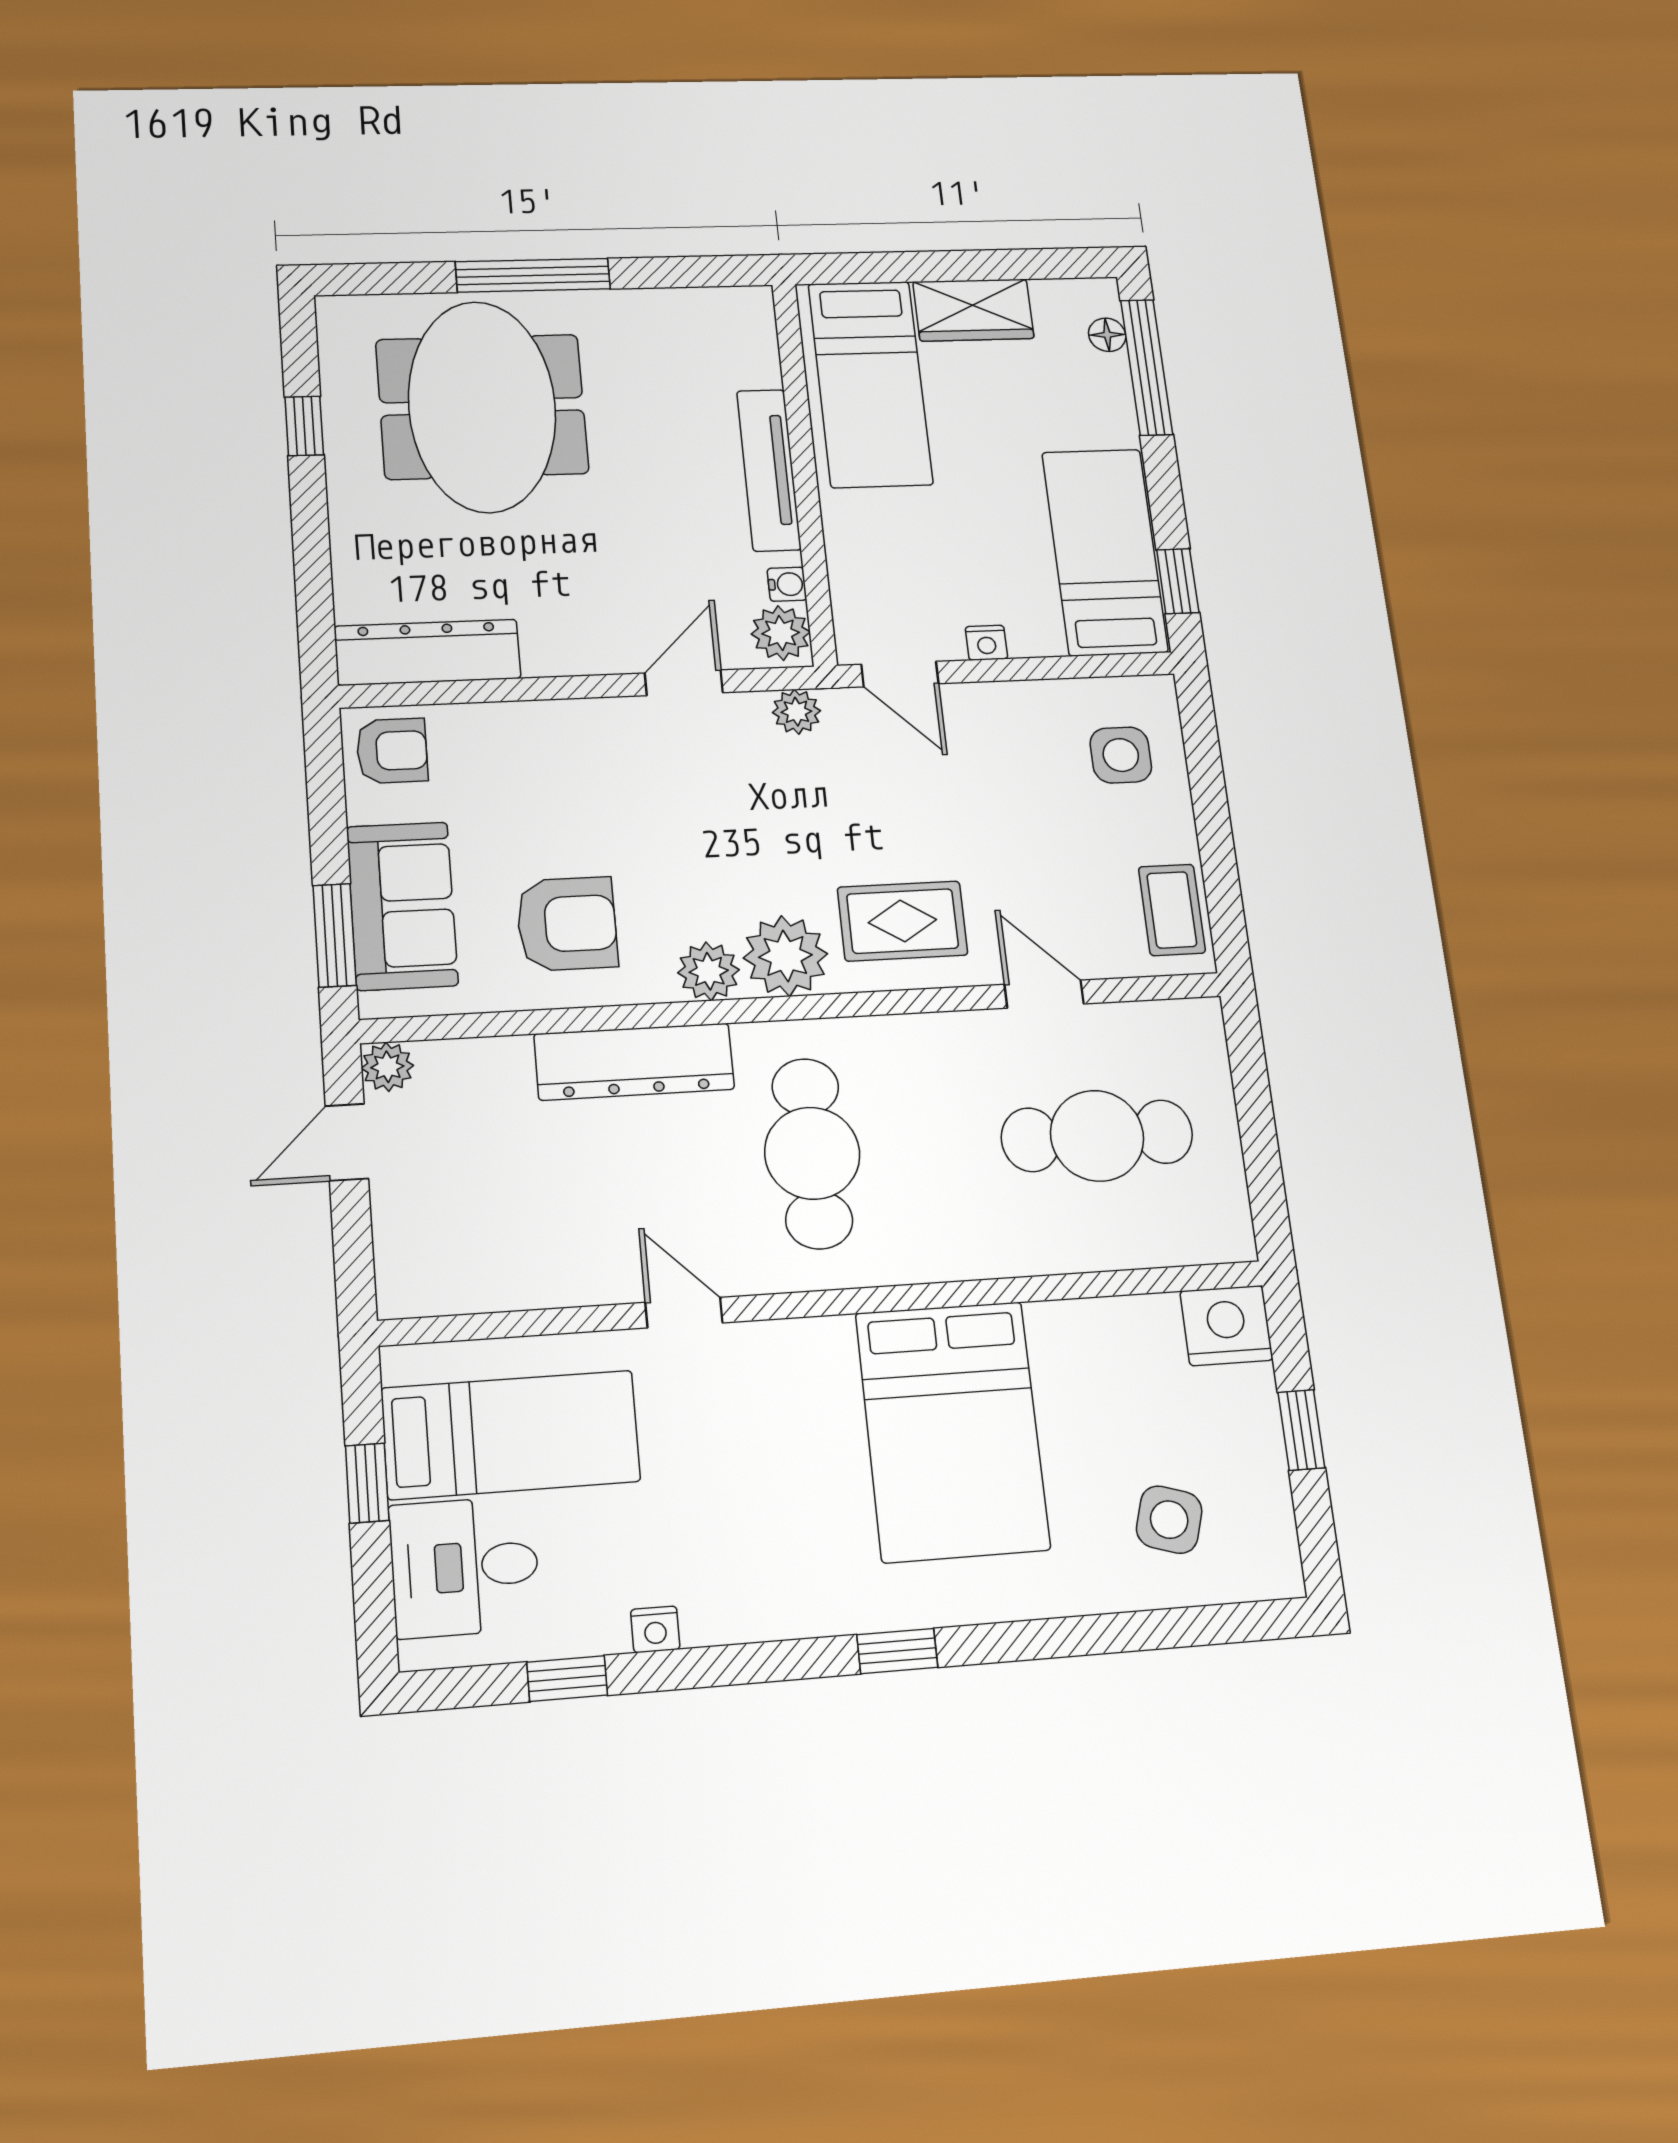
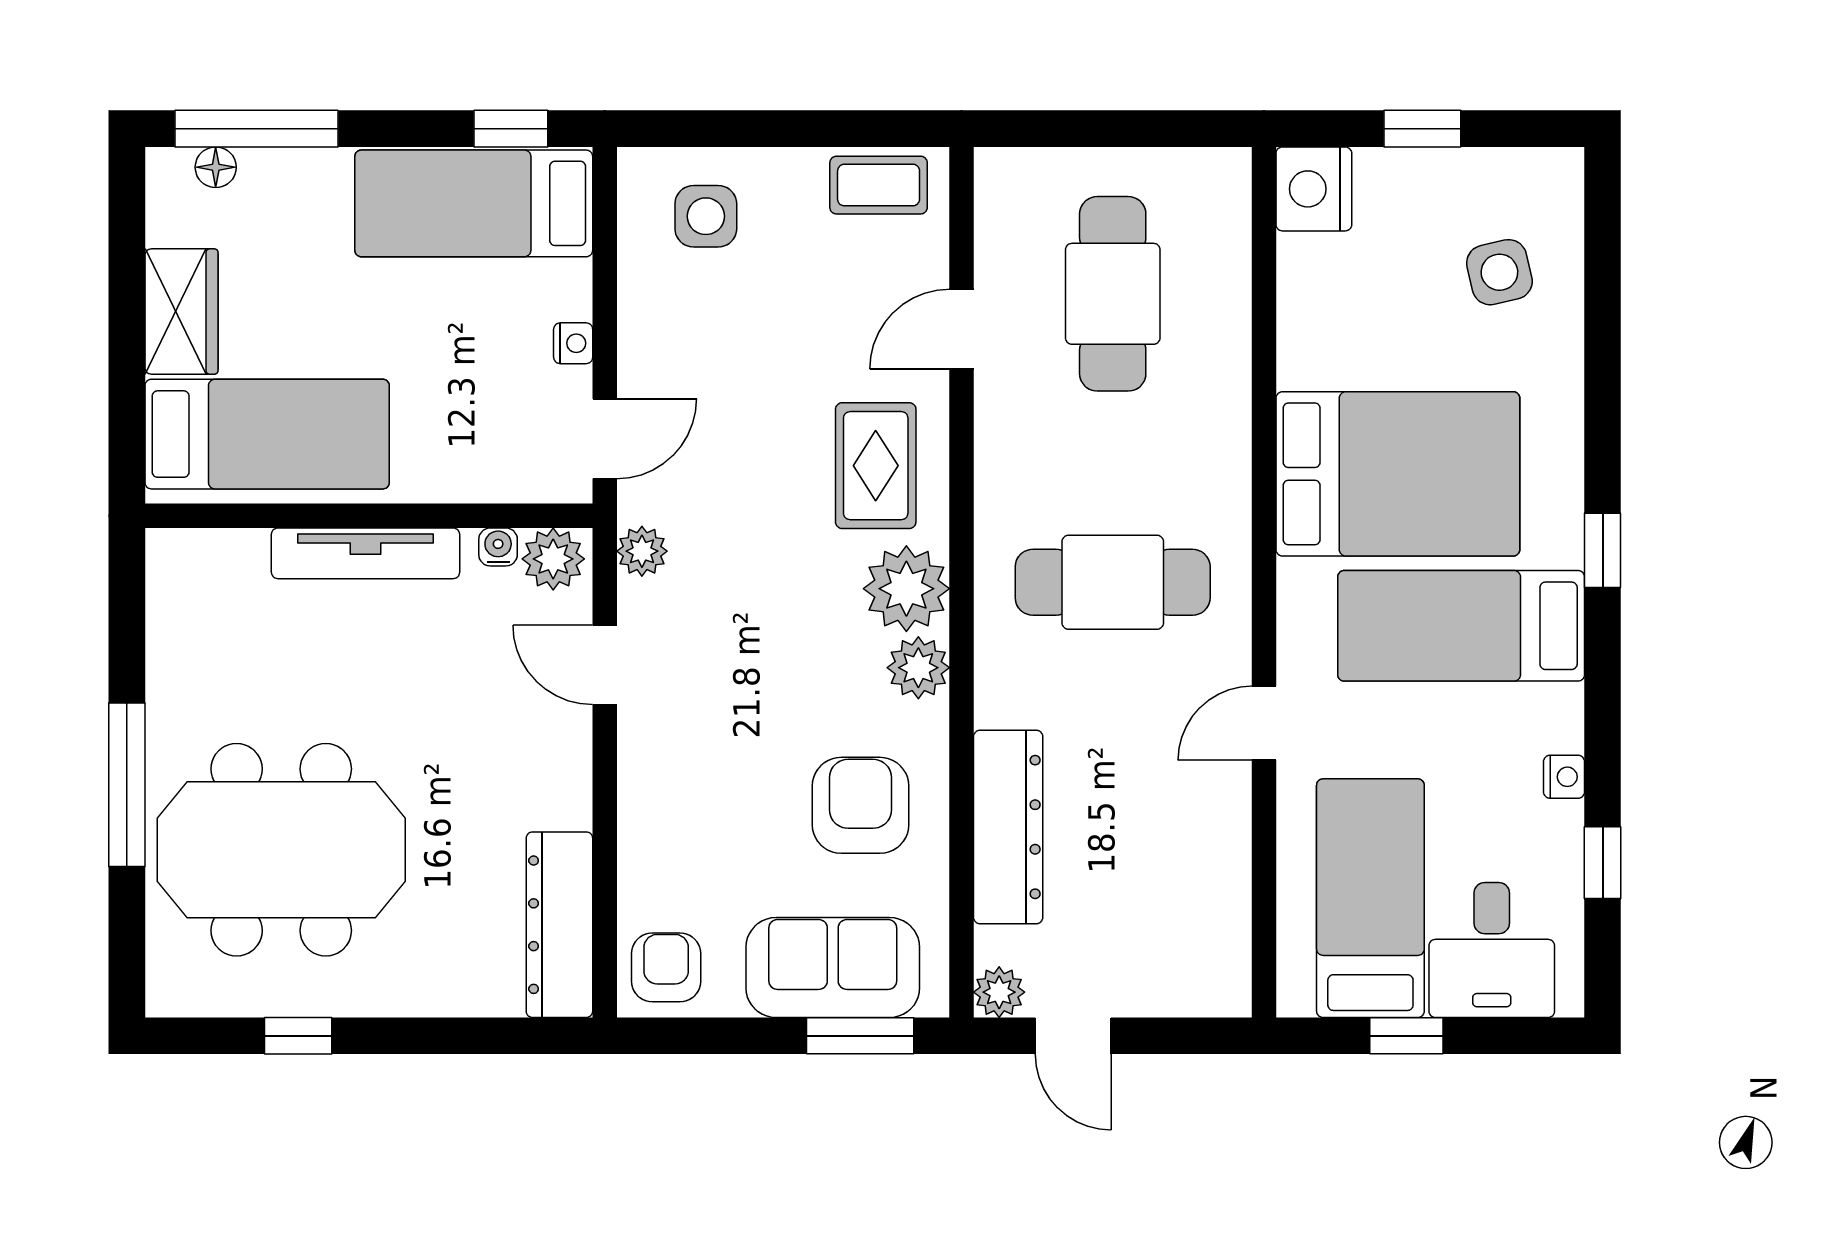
dresser: (634, 1062) -> (1008, 827), moved
bed: (803, 1508) -> (1461, 626), added
side table: (1169, 1520) -> (1499, 272), turned -30

